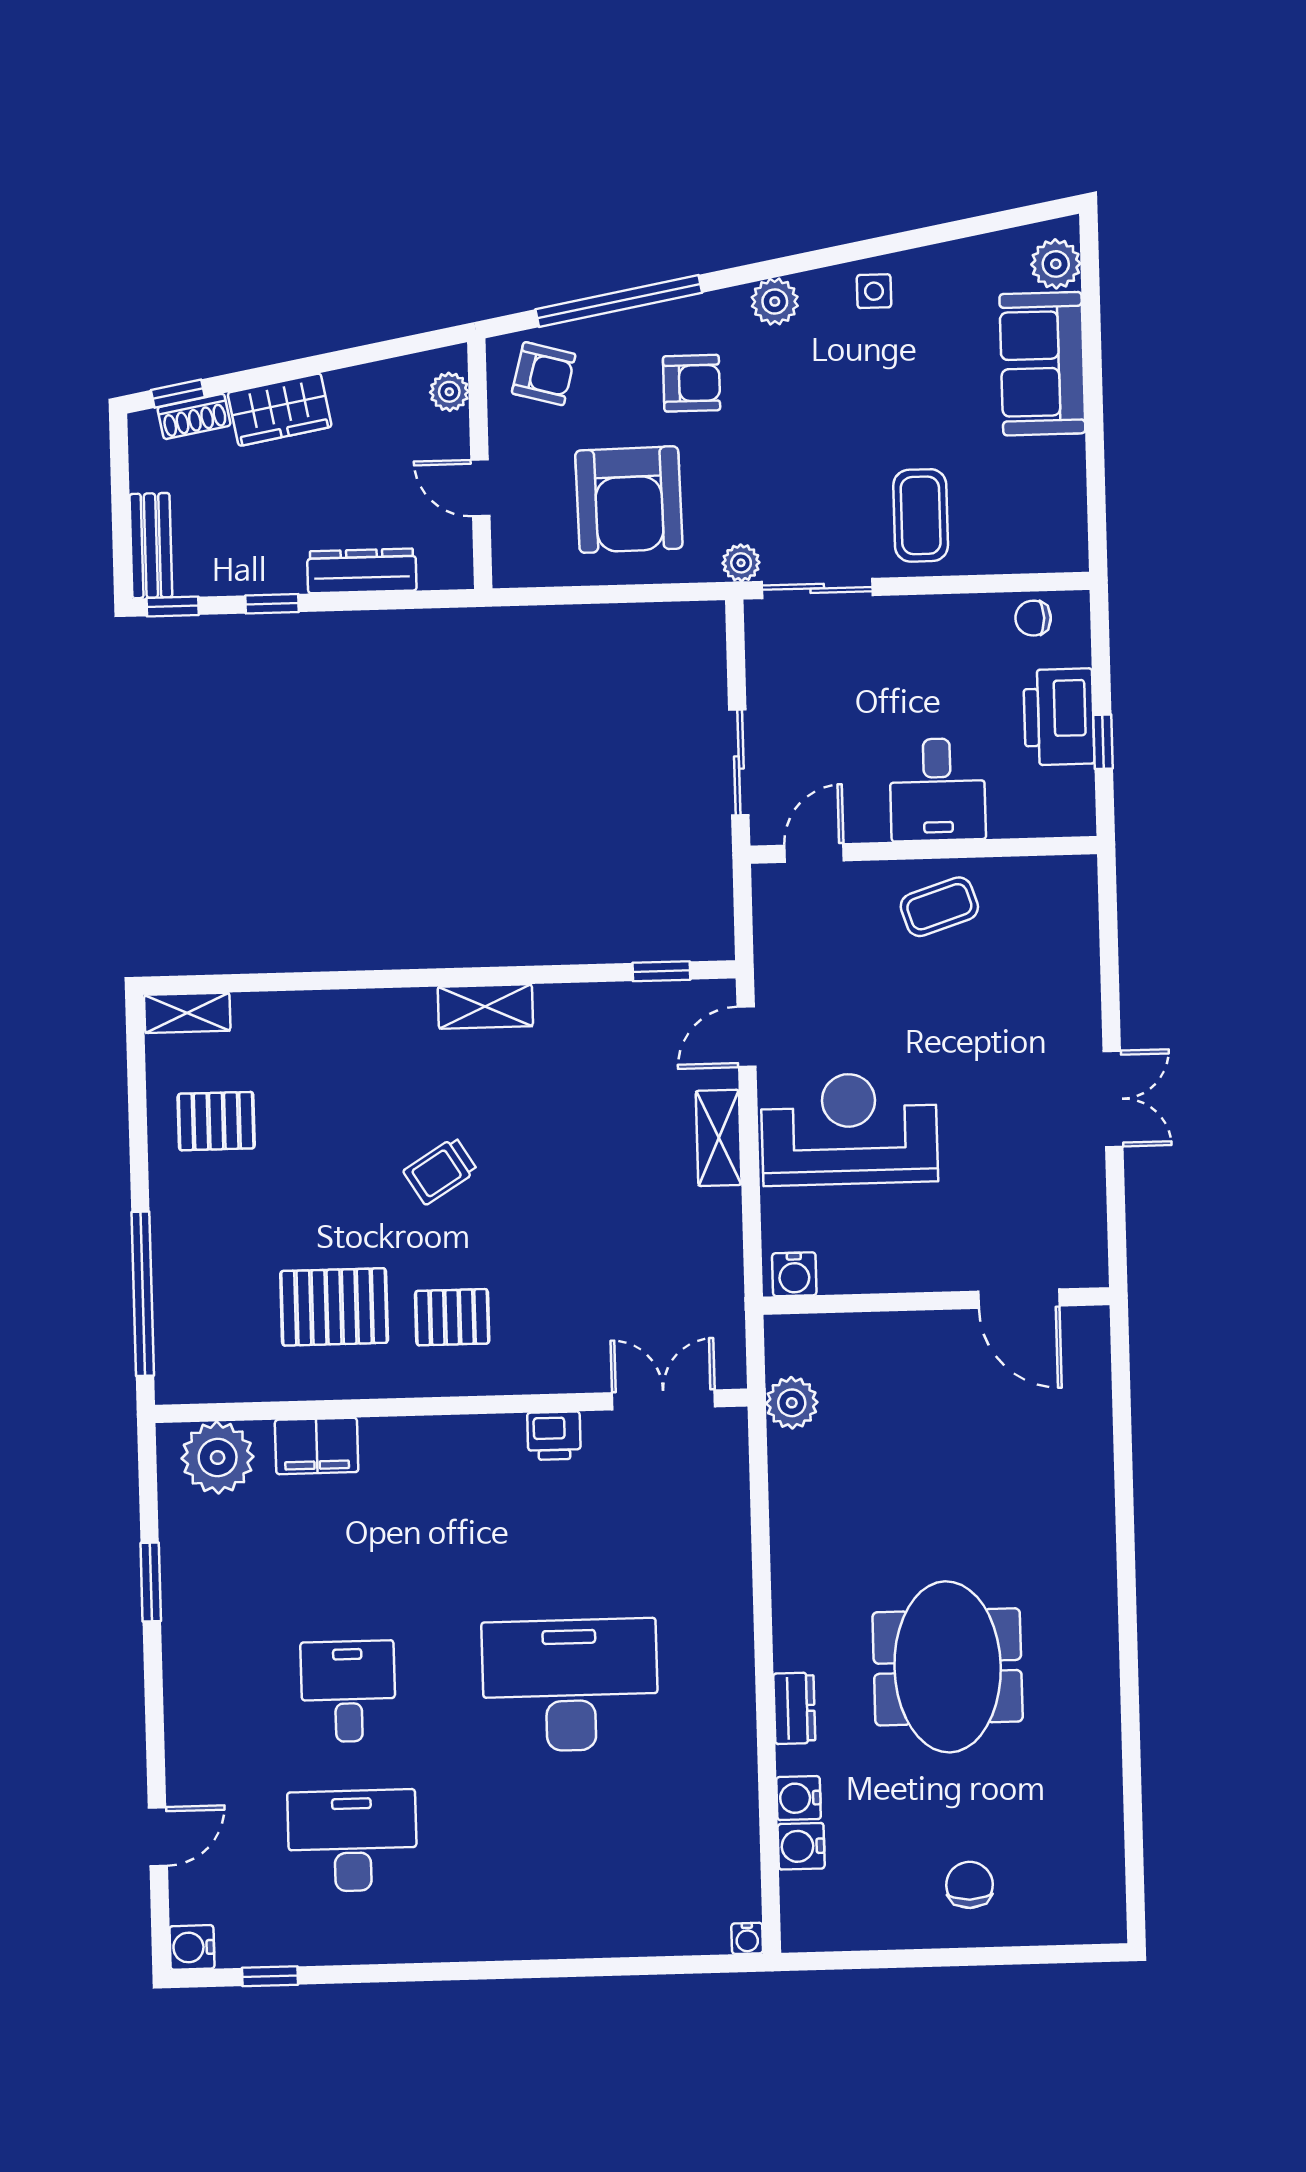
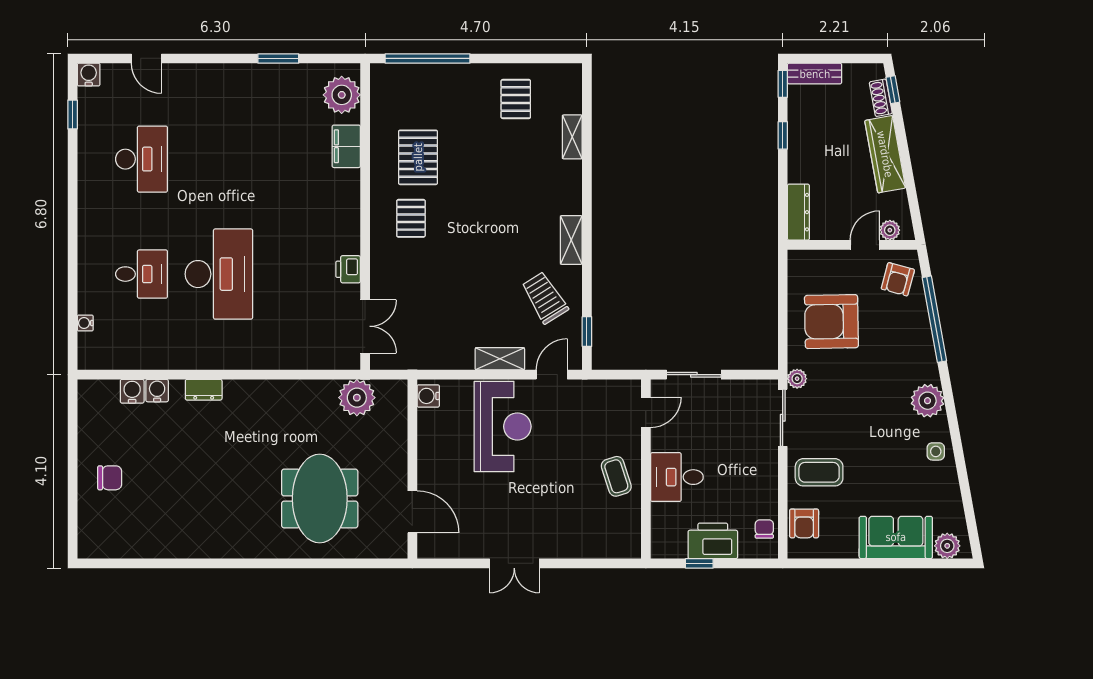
plant: (775, 301) -> (927, 401), width x1.36, depth x1.36
armchair: (692, 383) -> (804, 523), moved
wardrobe: (280, 410) -> (885, 154), width x1.50
door: (480, 488) -> (865, 245), moved
dresser: (362, 571) -> (798, 212), moved
door: (814, 853) -> (646, 412), hinge flipped
shelving: (187, 1013) -> (572, 137), moved
door: (746, 1037) -> (552, 375), hinge flipped
trolley: (440, 1171) -> (545, 298), moved, width x1.36, depth x1.39
door: (1019, 1299) -> (412, 512), swing flipped
plant: (792, 1403) -> (357, 398), width x1.36, depth x1.36
meeting table: (948, 1667) -> (320, 498), moved, turned 90
desk: (348, 1691) -> (141, 274), moved
water cooler: (747, 1938) -> (85, 323), moved

